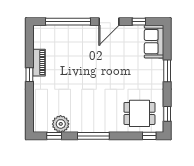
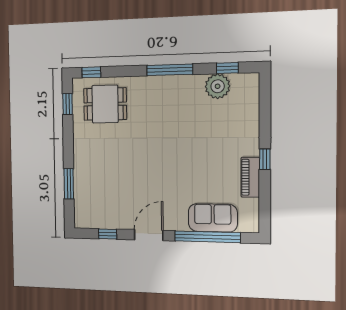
sofa: (154, 42) -> (213, 218), moved, turned -90
window: (167, 71) -> (69, 184), moved

